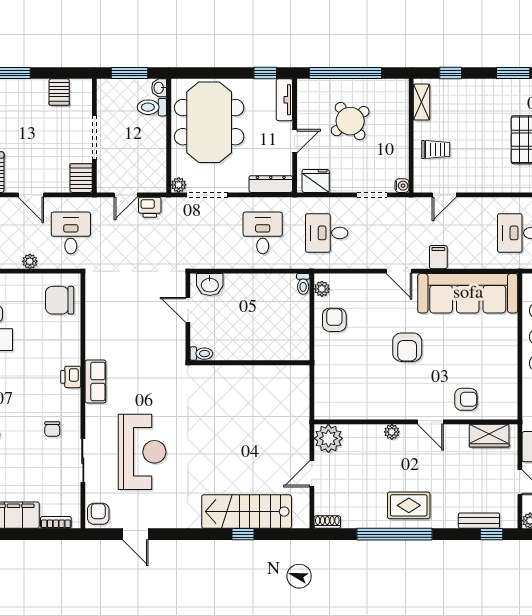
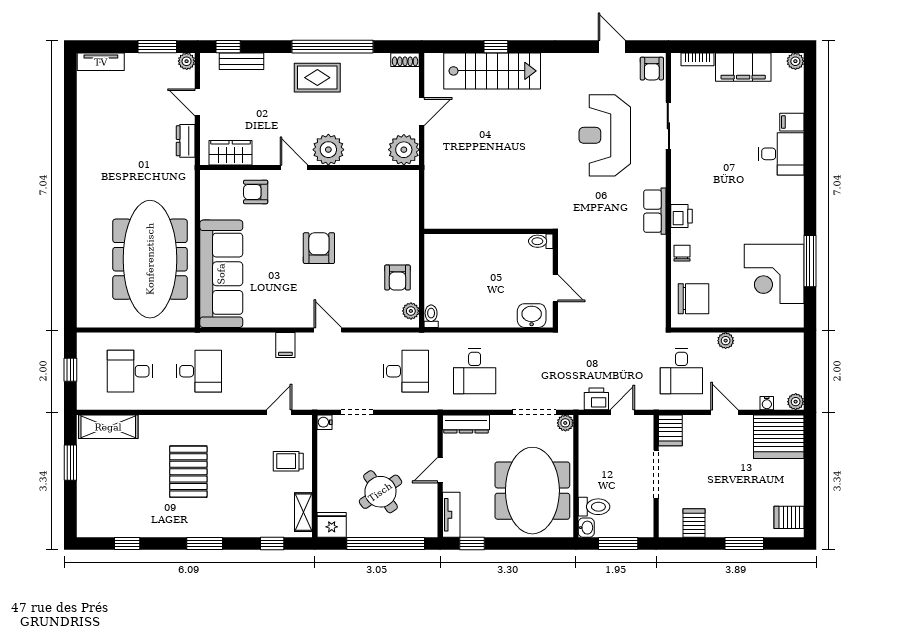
fridge: (316, 181) -> (332, 525), moved, turned 180
sofa: (468, 293) -> (221, 274), moved, turned 90
chair: (52, 429) -> (682, 253), moved
plant: (392, 432) -> (328, 150), width x1.87, depth x1.87

